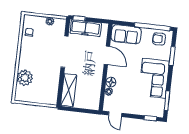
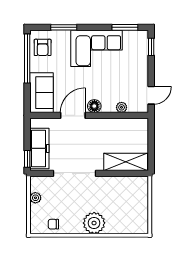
plant: (25, 78) -> (94, 223), moved
floor lamp: (111, 82) -> (94, 106), moved

